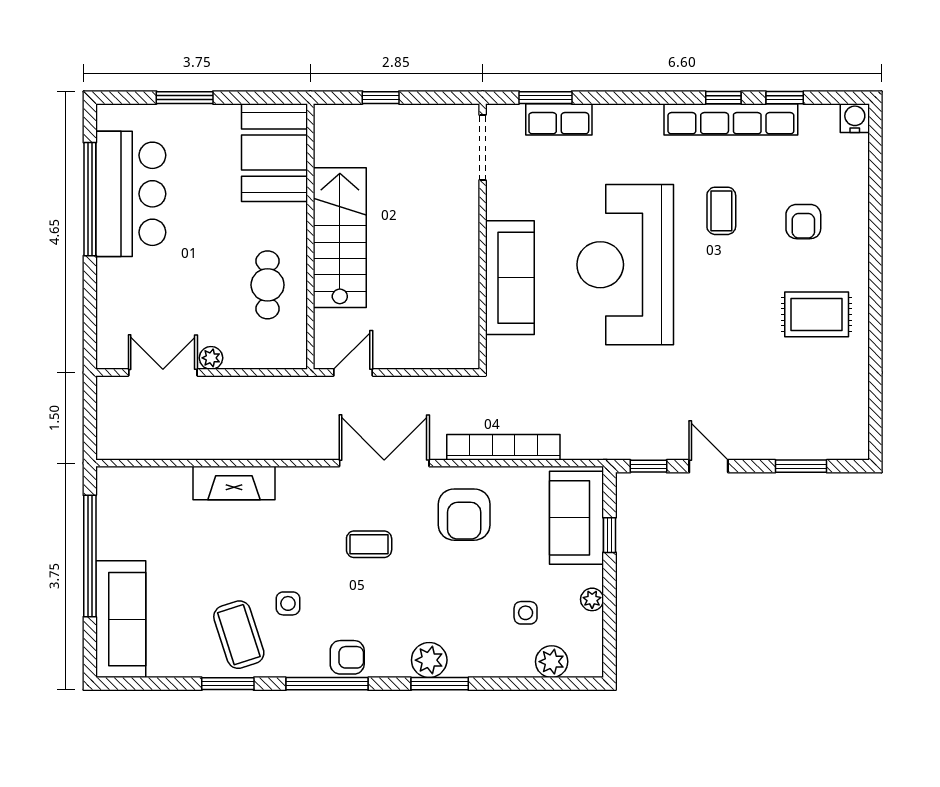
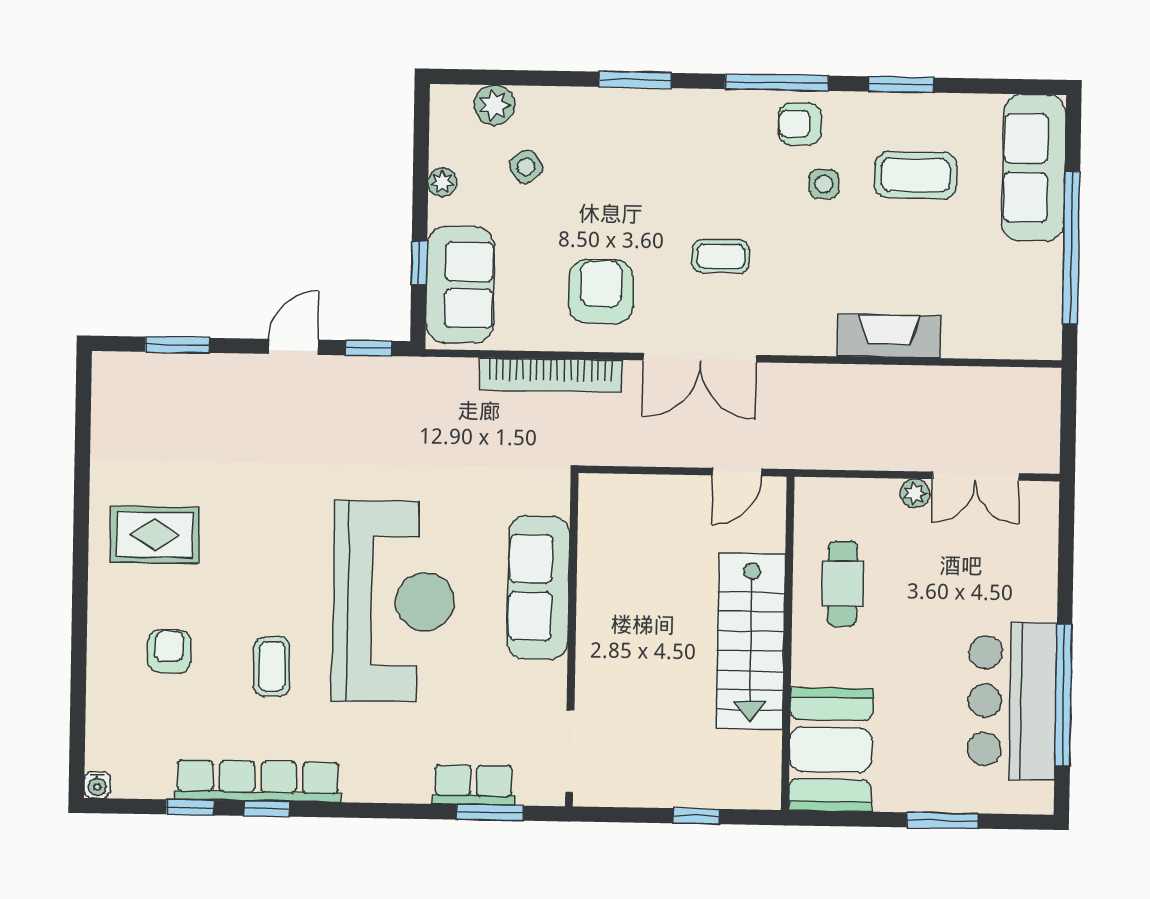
water cooler: (855, 118) -> (97, 785), width x0.72, depth x0.72
door: (709, 466) -> (293, 347), swing flipped
side table: (526, 613) -> (526, 167), turned -36
coffee table: (239, 635) -> (916, 175), moved, turned -72
armchair: (347, 657) -> (800, 124), moved
plant: (429, 660) -> (648, 110), removed

